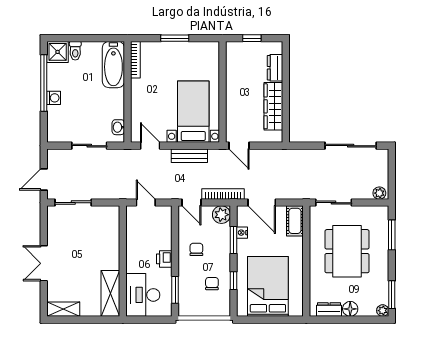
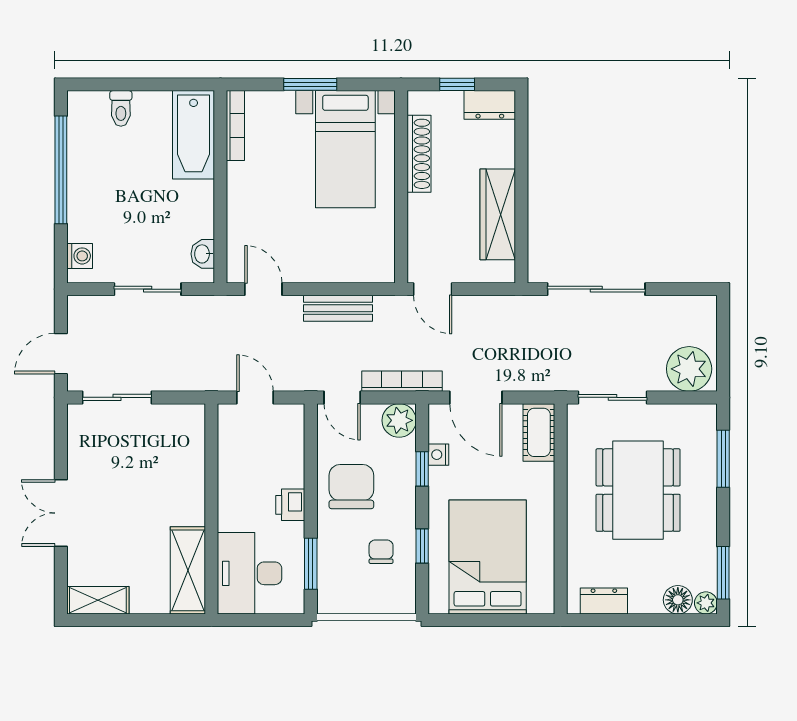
shower: (58, 52) -> (87, 111), removed
dresser: (275, 68) -> (490, 105), moved, turned -90
shoe rack: (232, 75) -> (419, 154), added
washing machine: (54, 98) -> (80, 256), moved
bed with nightstands: (193, 112) -> (345, 149), moved, turned 180
sliding door: (351, 146) -> (596, 289), moved
plant: (379, 193) -> (689, 369), width x1.87, depth x1.87
window: (234, 240) -> (422, 469), width x0.67
chair: (196, 249) -> (351, 487), width x1.87, depth x1.87
floor lamp: (350, 309) -> (678, 600), moved

